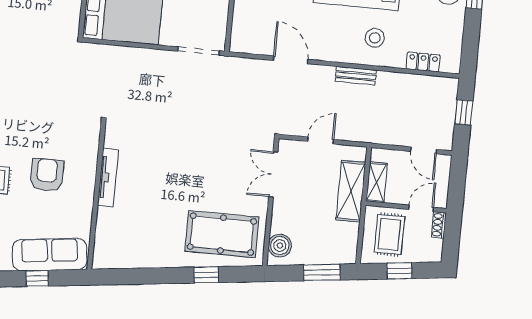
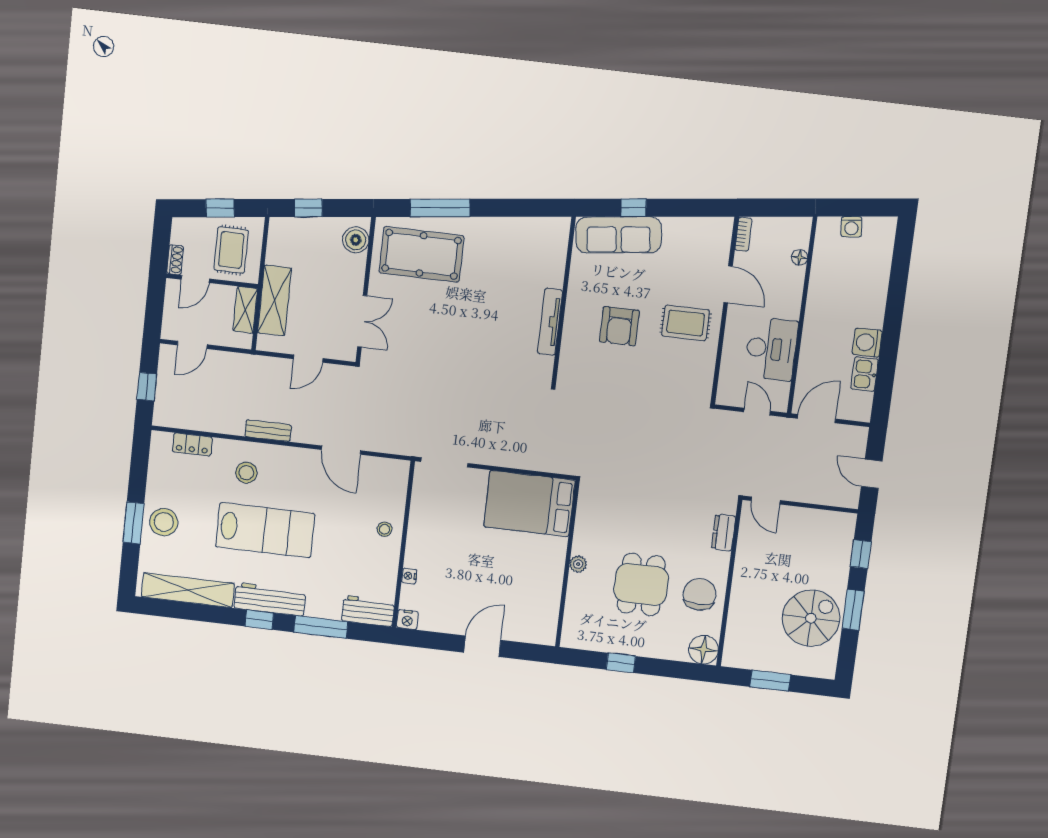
door: (424, 150) -> (192, 345), swing flipped
window: (322, 272) -> (308, 208), width x0.67
window: (206, 275) -> (440, 208), width x2.17

